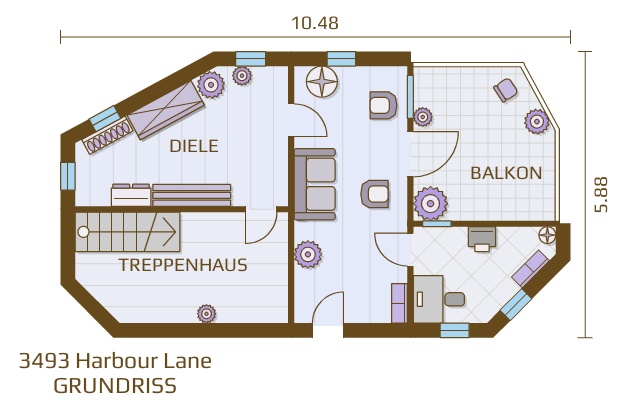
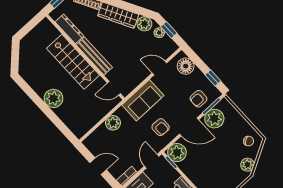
window: (341, 59) -> (213, 78), moved
armchair: (383, 105) -> (198, 99), turned -90
plant: (423, 117) -> (214, 119), width x1.88, depth x1.88
door: (291, 120) -> (159, 68), swing flipped
dresser: (131, 195) -> (69, 29), width x1.44
stairs: (127, 232) -> (73, 62), moved
plant: (207, 314) -> (53, 98), width x1.88, depth x1.88
door: (328, 330) -> (98, 166), moved

